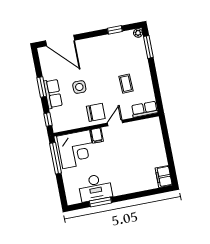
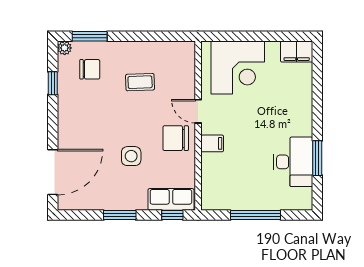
chair: (128, 51) -> (90, 69), added
row of seats: (53, 94) -> (171, 199), moved
row of seats: (145, 109) -> (186, 61), removed
chair: (96, 112) -> (176, 138), turned -90
corner desk: (76, 149) -> (238, 67), moved, turned 90
window: (55, 158) -> (256, 215), moved

